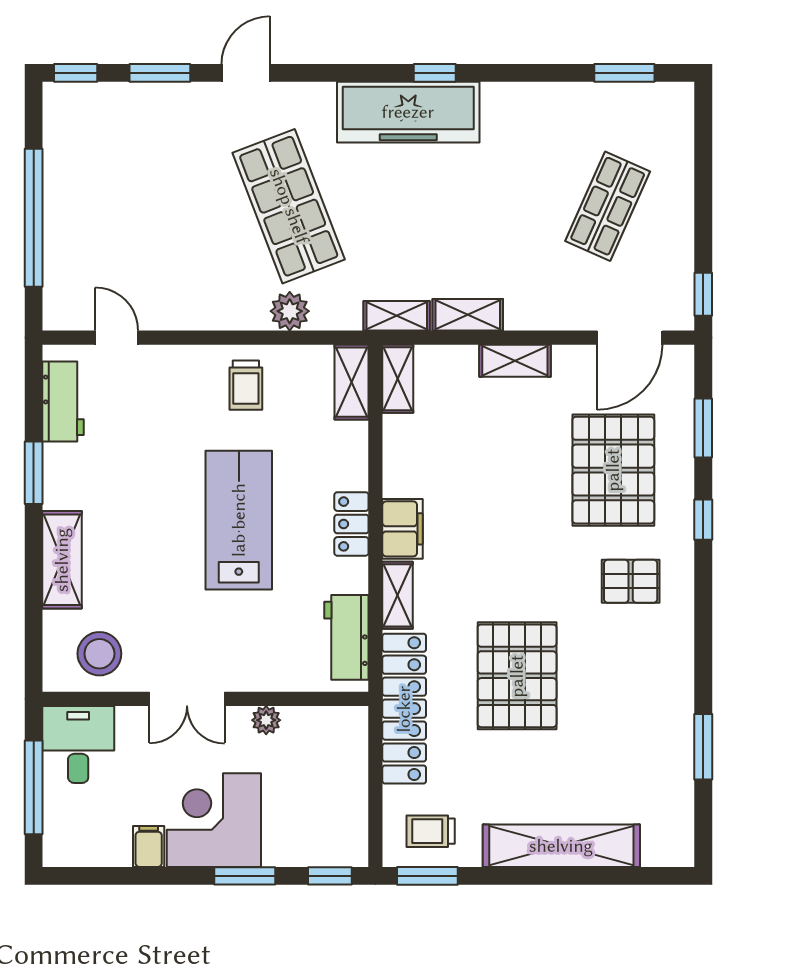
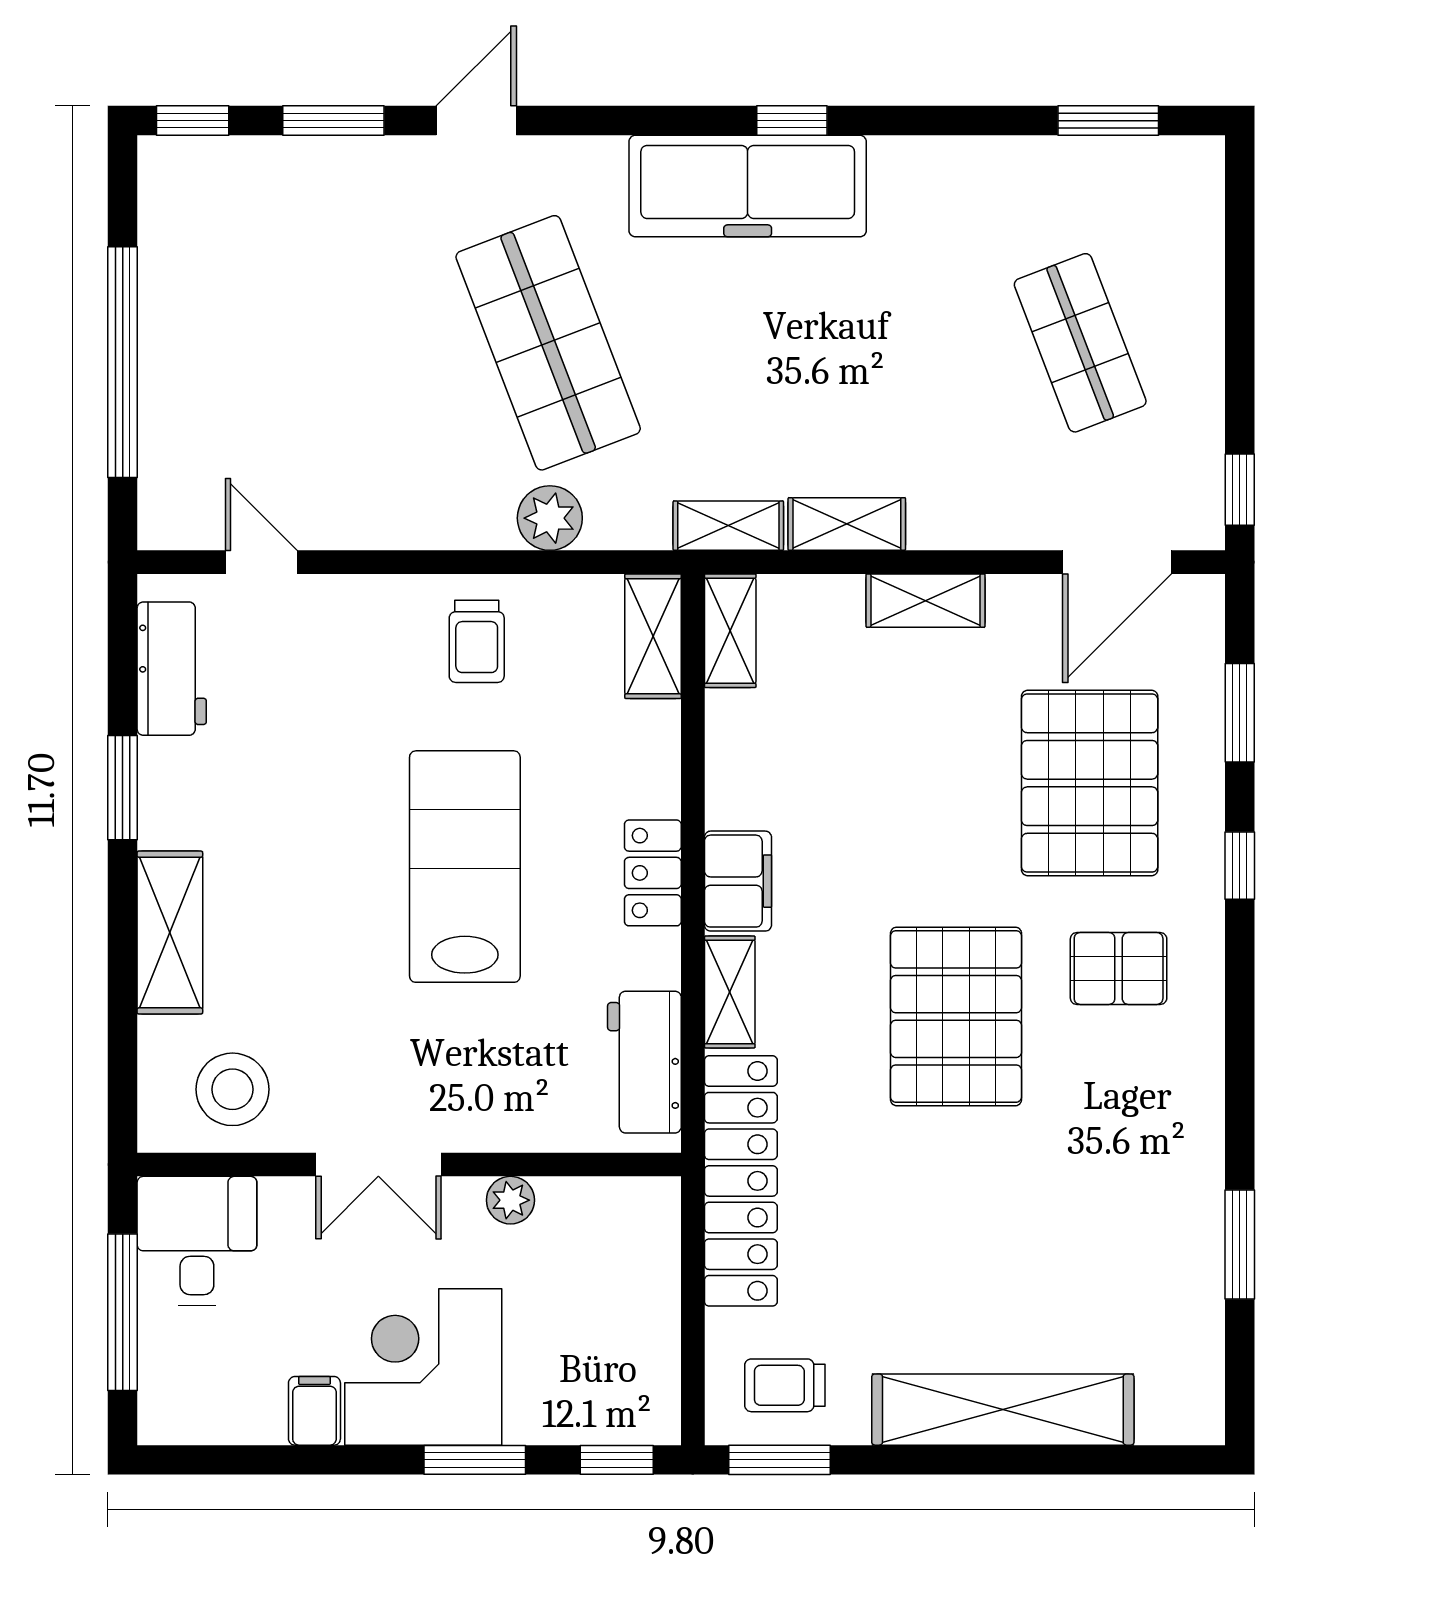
shop shelf: (608, 206) -> (1080, 343), turned -45
pallet: (517, 676) -> (956, 1016), moved

